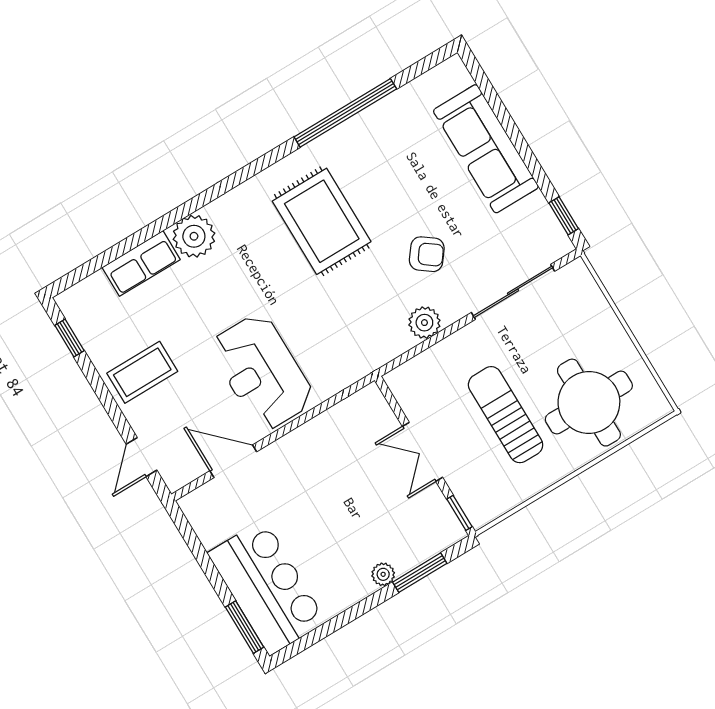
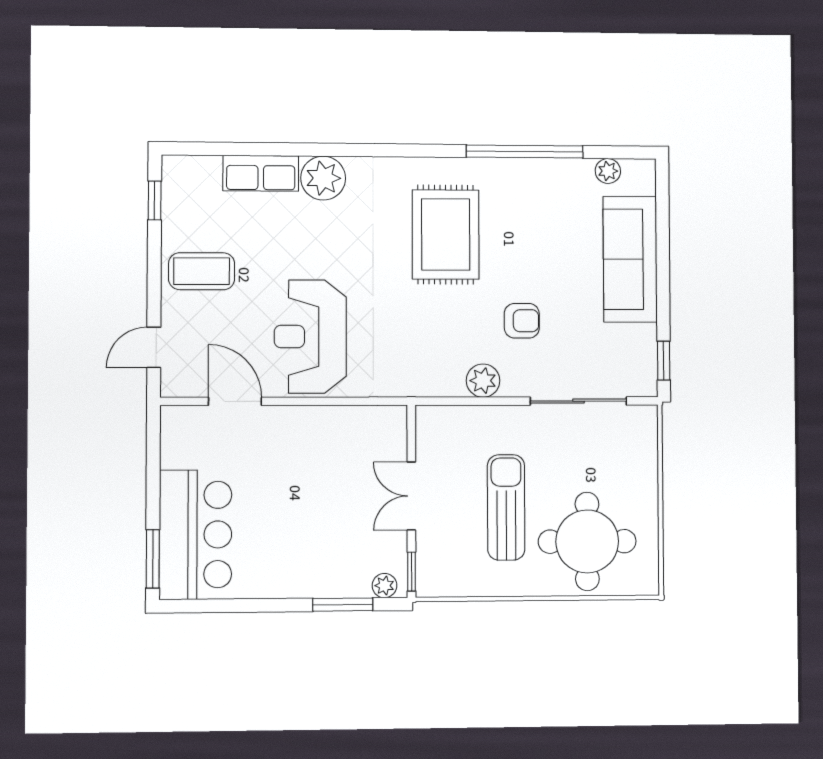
plant: (424, 87) -> (608, 171), added
armchair: (427, 254) -> (522, 321), turned -37
plant: (383, 574) -> (384, 586), moved

